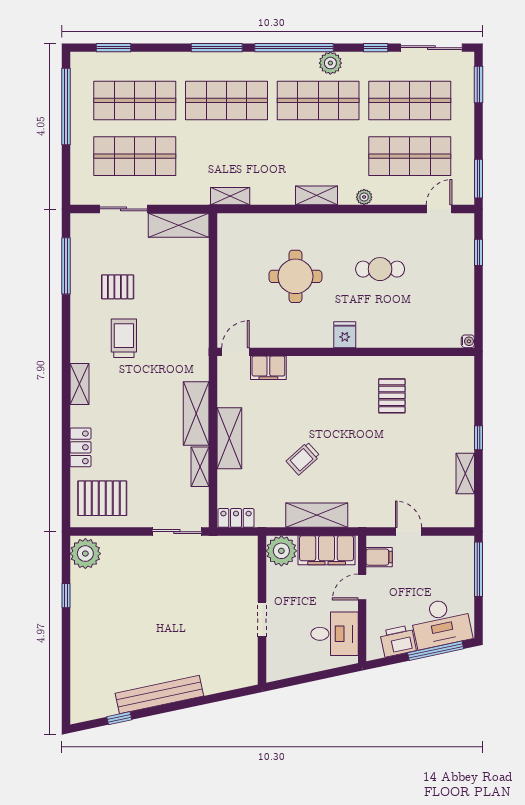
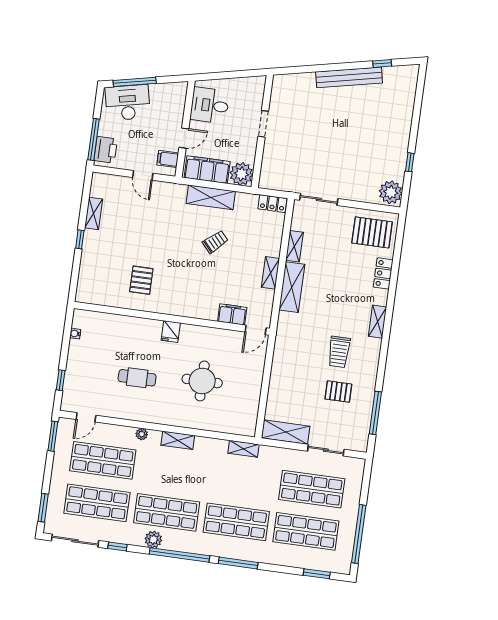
water cooler: (468, 341) -> (75, 334), moved
shelving: (229, 438) -> (270, 273), width x0.67, depth x0.75
printer: (398, 641) -> (106, 150), moved, turned -78

